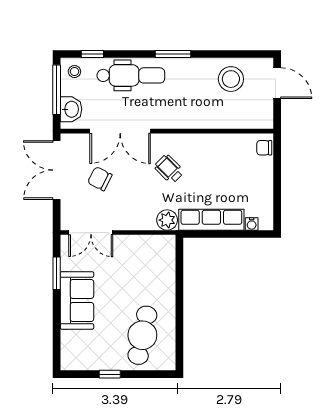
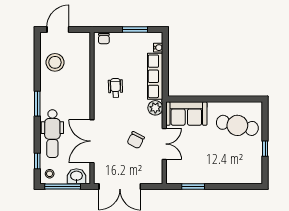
dental chair: (131, 75) -> (52, 134), turned 180
double door: (120, 131) -> (92, 141), swing flipped
wheelchair: (169, 169) -> (115, 88), moved, turned 133
chair: (100, 179) -> (136, 140), moved
window: (277, 191) -> (135, 29), added
double door: (91, 233) -> (164, 144), moved
sofa: (77, 300) -> (186, 114), moved, turned 180

